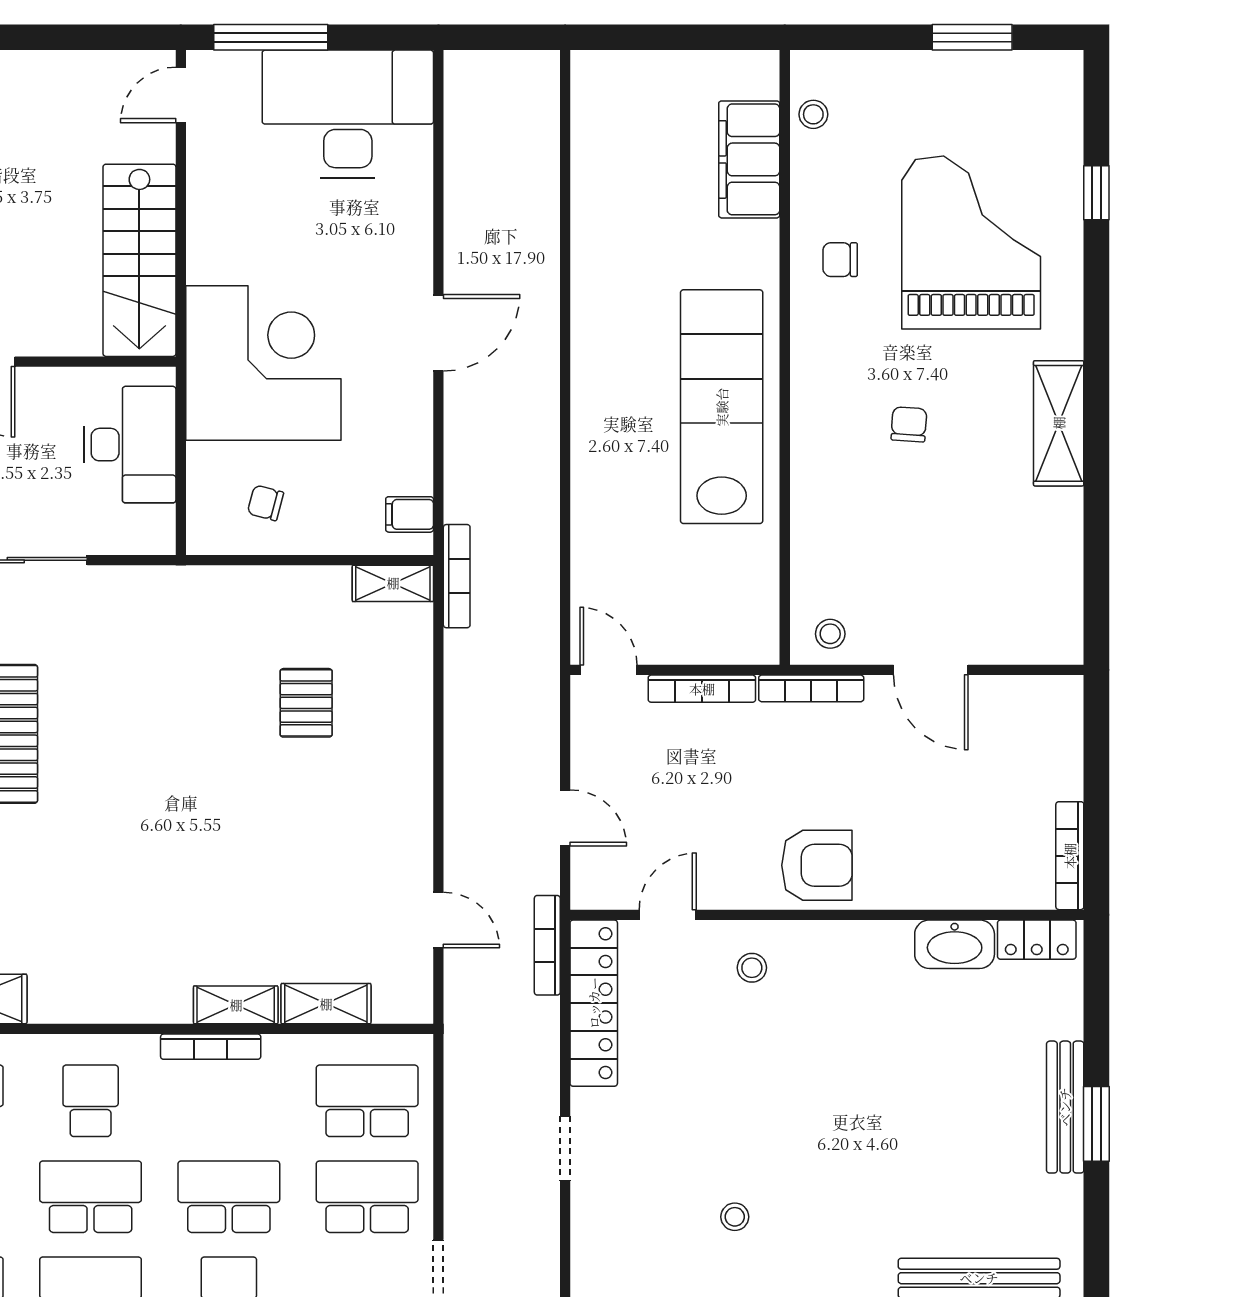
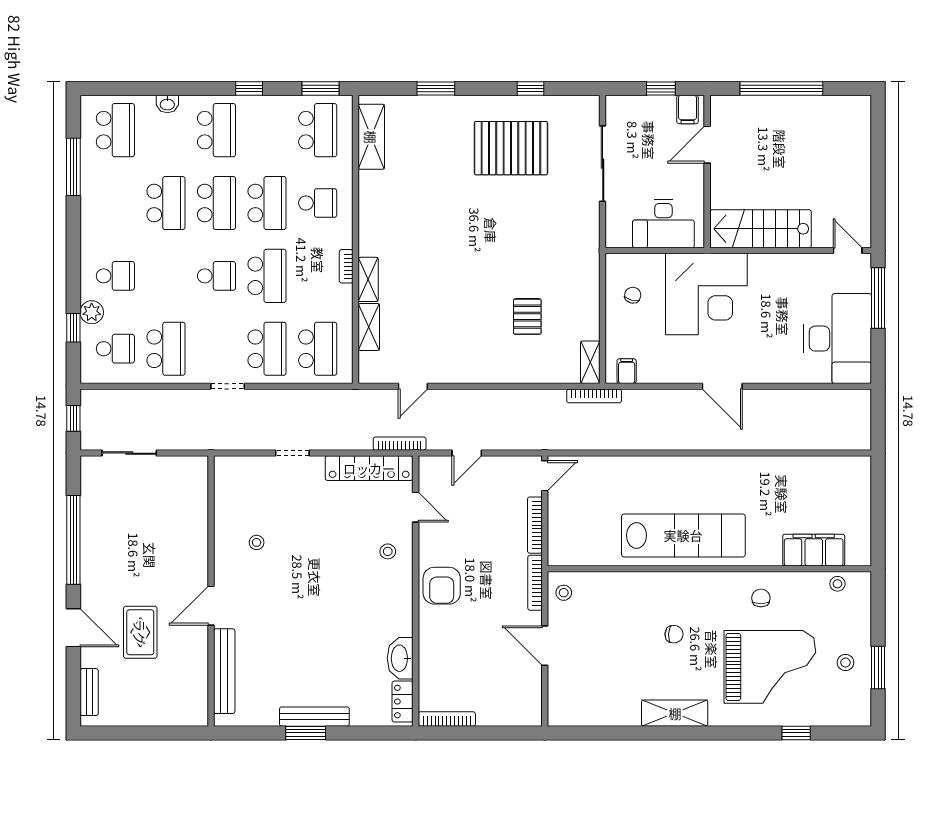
stool: (963, 99) -> (846, 663), added
door: (931, 670) -> (545, 646), hinge flipped
pallet: (306, 703) -> (527, 317), turned 90
bookcase: (211, 1047) -> (346, 266), width x0.64

